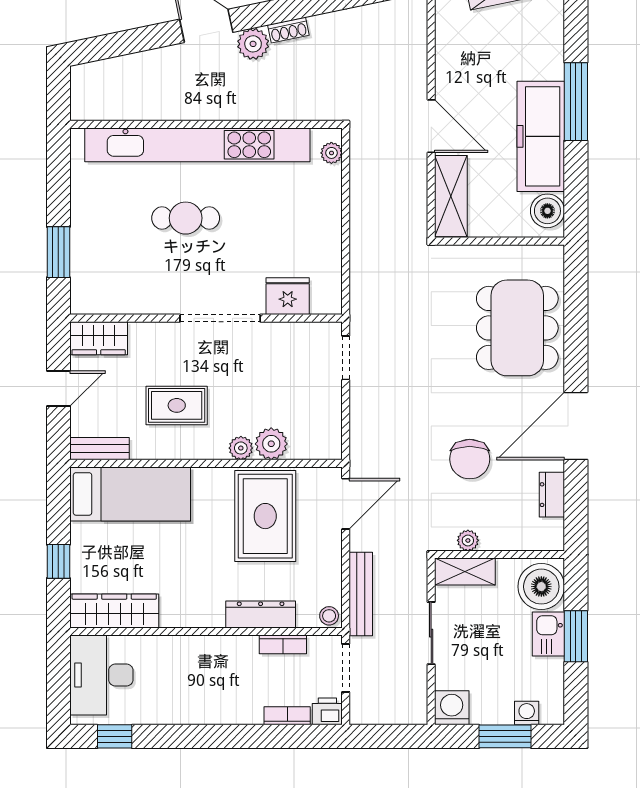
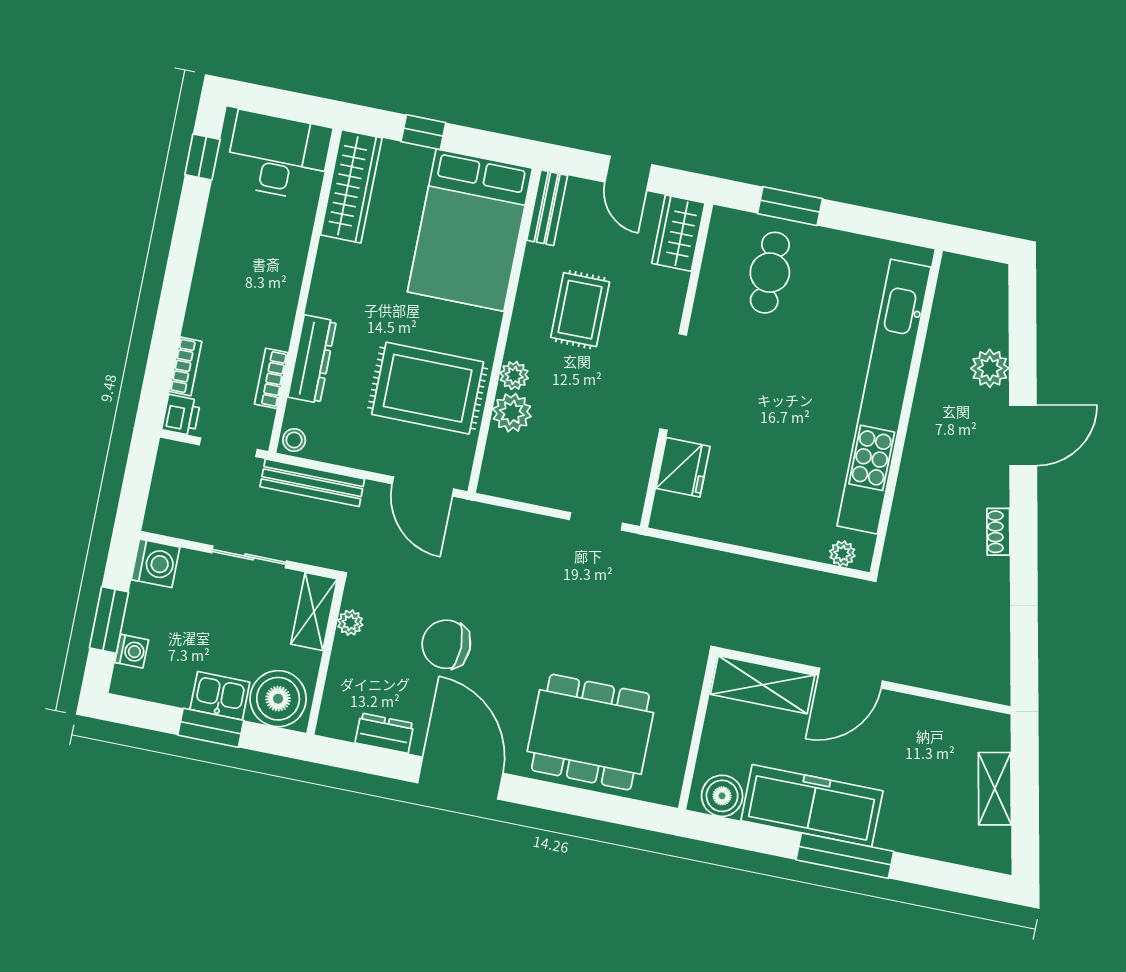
plant: (253, 44) -> (990, 368), moved
cafe table: (186, 218) -> (770, 273), moved
bed: (130, 494) -> (470, 230), width x1.50

